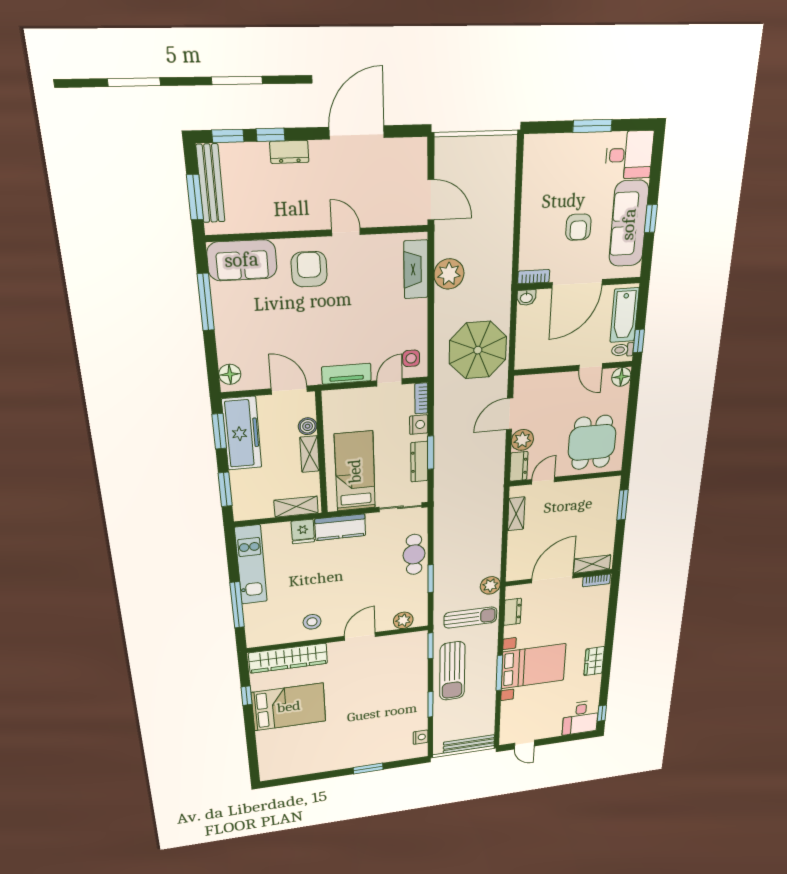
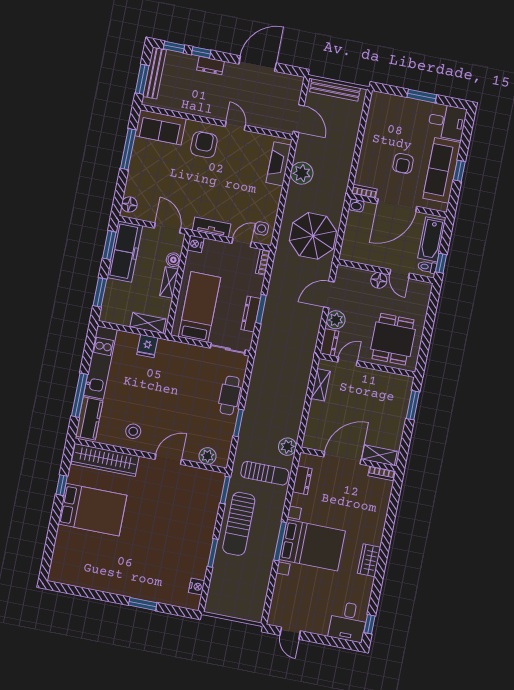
floor lamp: (621, 377) -> (379, 280), moved
nightstand: (419, 425) -> (196, 244), moved, turned 180
kitchen counter: (340, 527) -> (89, 418), moved, turned -90
bench: (469, 744) -> (335, 90), moved

